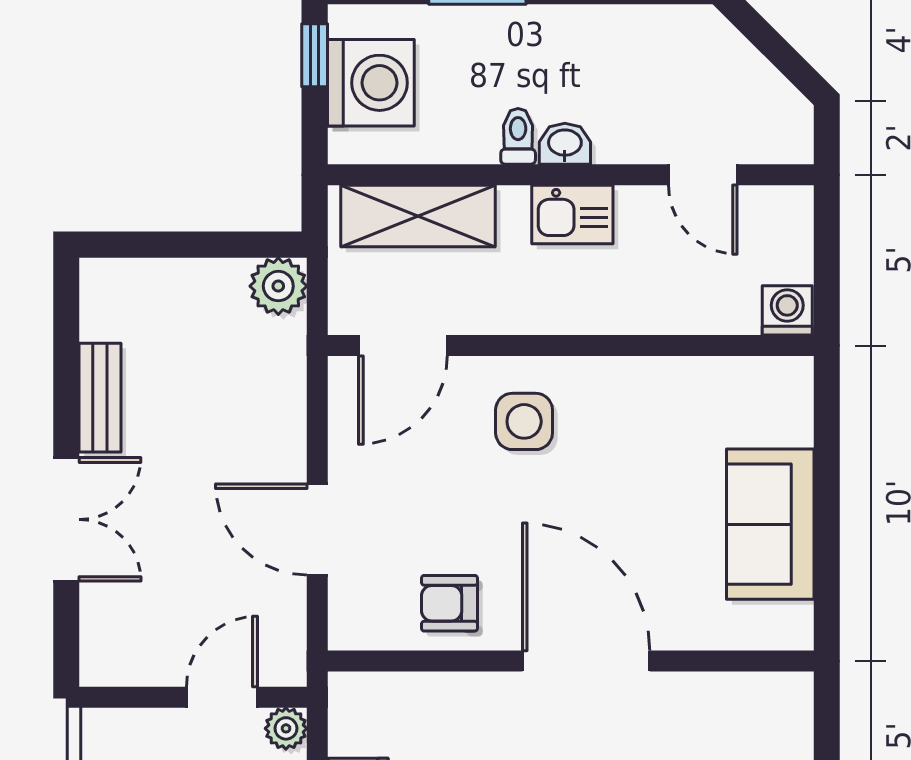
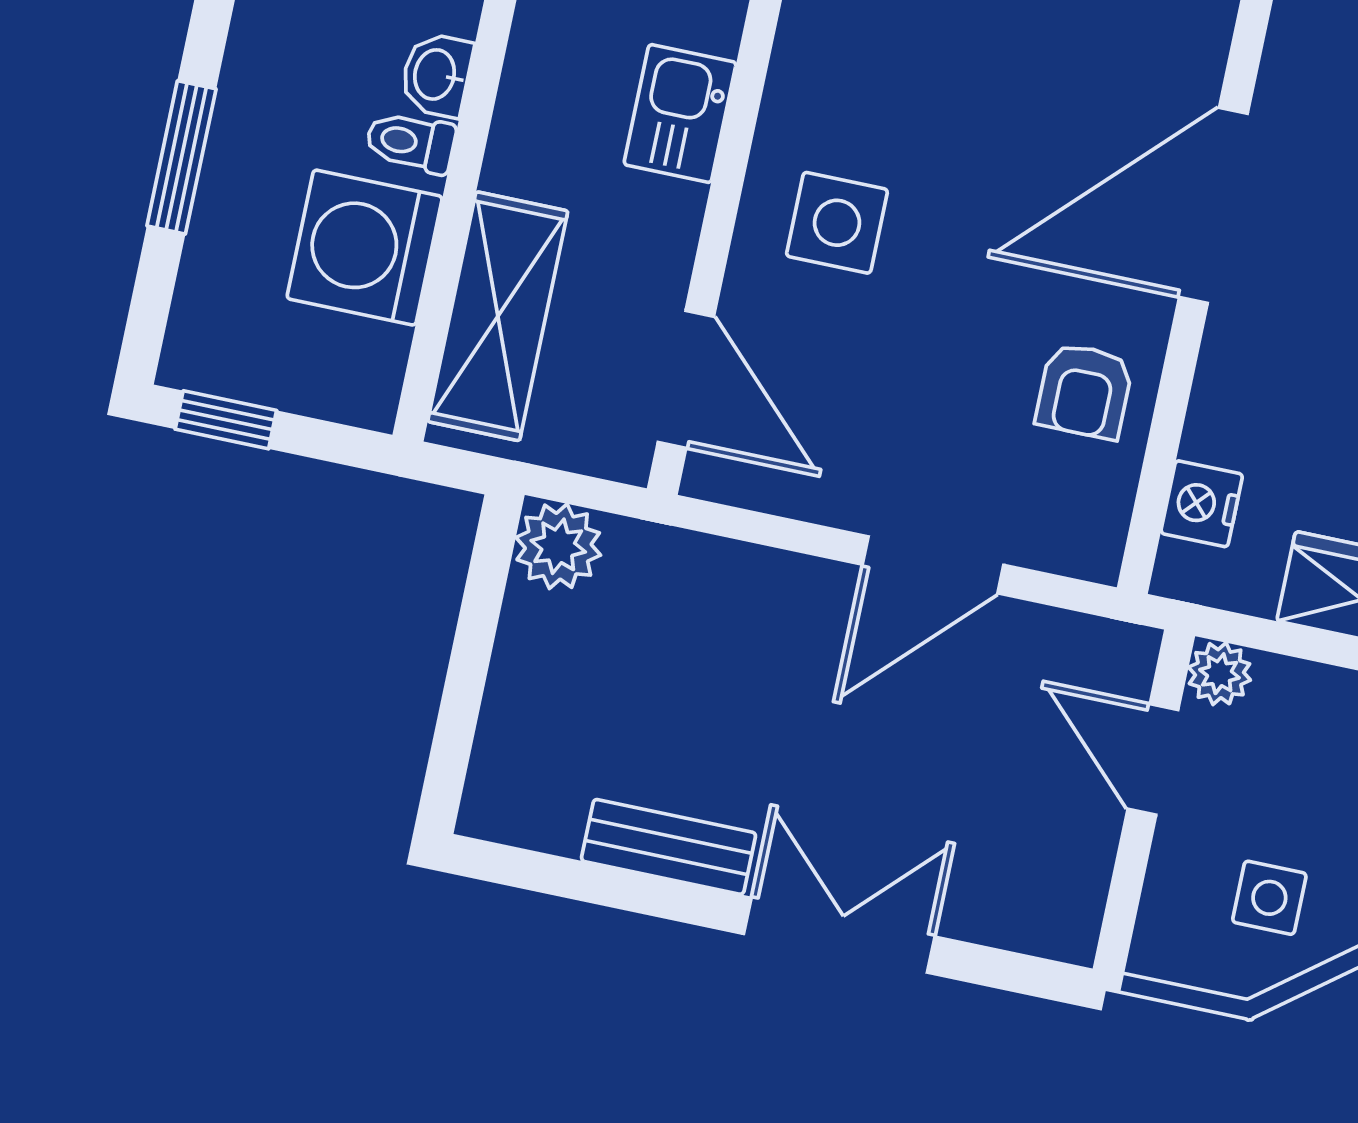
washing machine: (371, 83) -> (365, 248), moved, turned -90
kitchen sink: (572, 215) -> (680, 113), moved, turned 180
nightstand: (393, 694) -> (1202, 504), added

